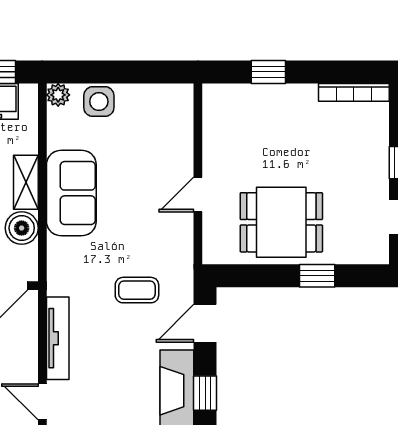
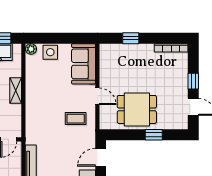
sofa: (71, 193) -> (84, 64), moved, turned 180
door: (198, 194) -> (97, 96), swing flipped
boiler: (22, 228) -> (14, 112), removed
coffee table: (137, 290) -> (76, 119), moved

